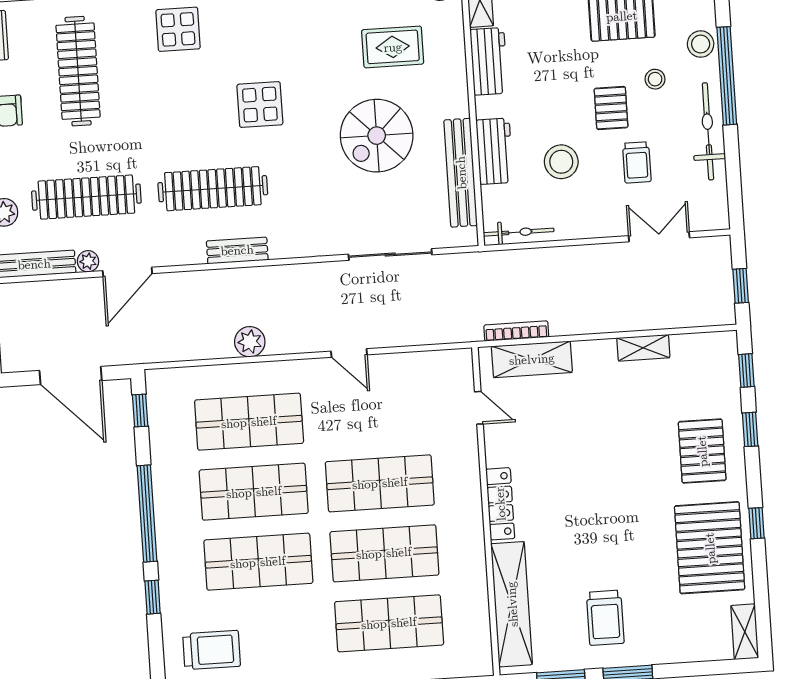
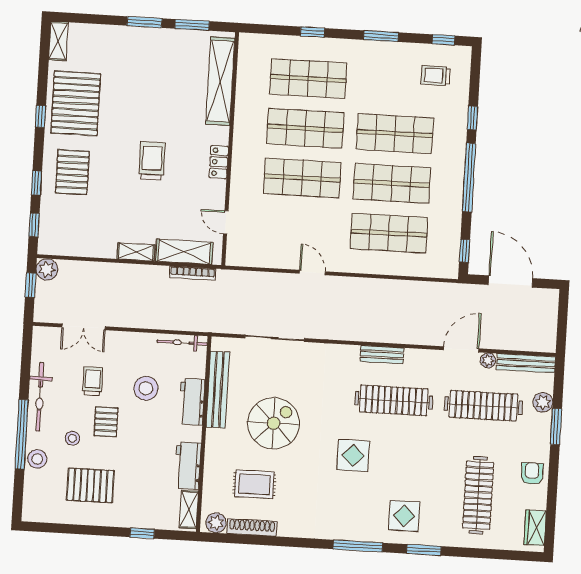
plant: (250, 342) -> (47, 269), moved
shelving: (643, 348) -> (136, 252), moved
locker: (500, 504) -> (219, 162), width x0.66
trolley: (605, 618) -> (152, 161), moved
trolley: (212, 650) -> (436, 76), width x0.73, depth x0.72

